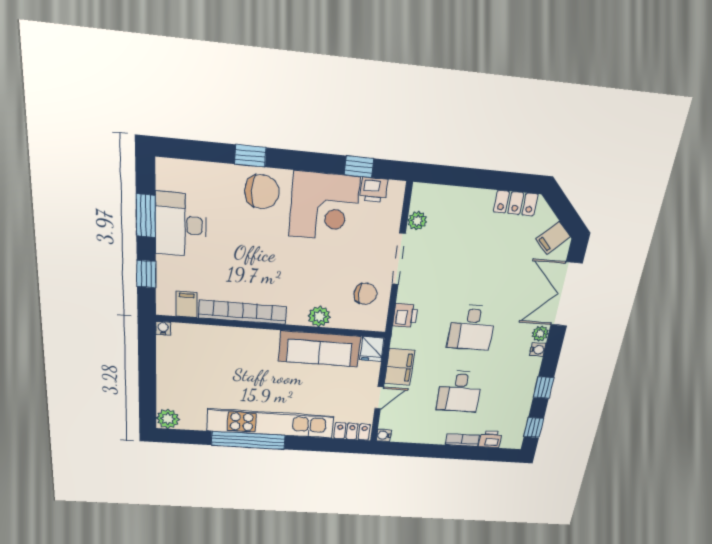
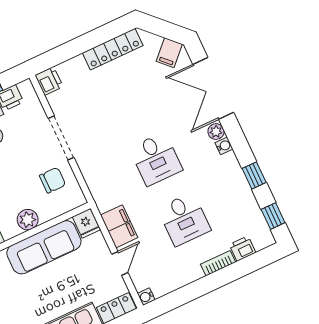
locker: (516, 203) -> (113, 49), width x1.53
plant: (417, 221) -> (56, 101), removed
printer: (405, 315) -> (49, 81), moved

